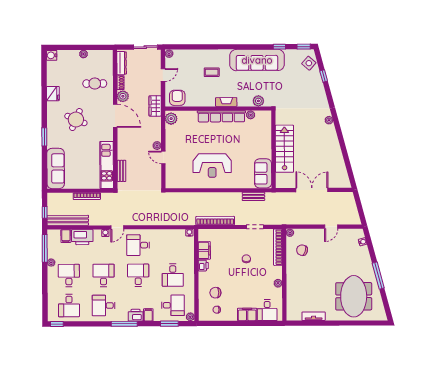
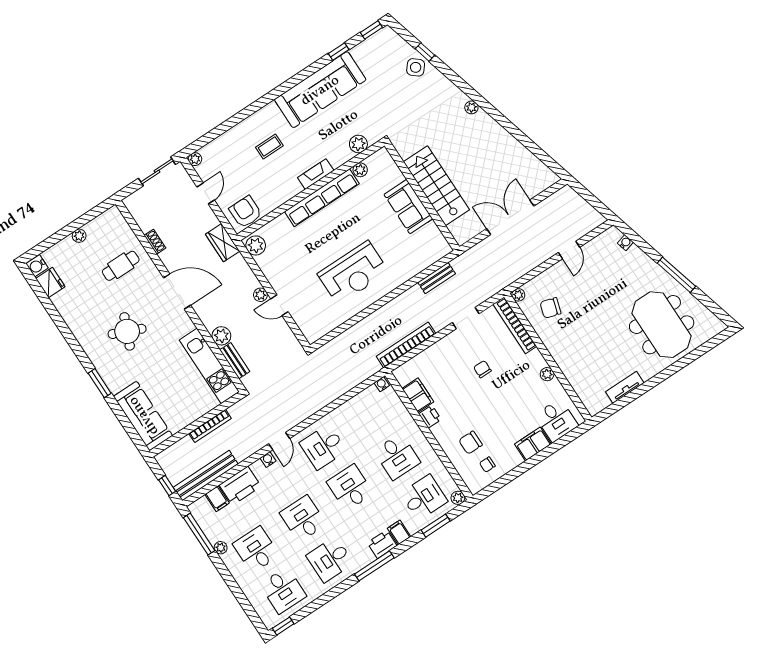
dresser: (122, 63) -> (139, 214), removed
side table: (309, 63) -> (416, 67), moved
fridge: (53, 94) -> (50, 283), moved
plant: (123, 96) -> (221, 336), moved
sofa: (263, 173) -> (408, 207), moved

